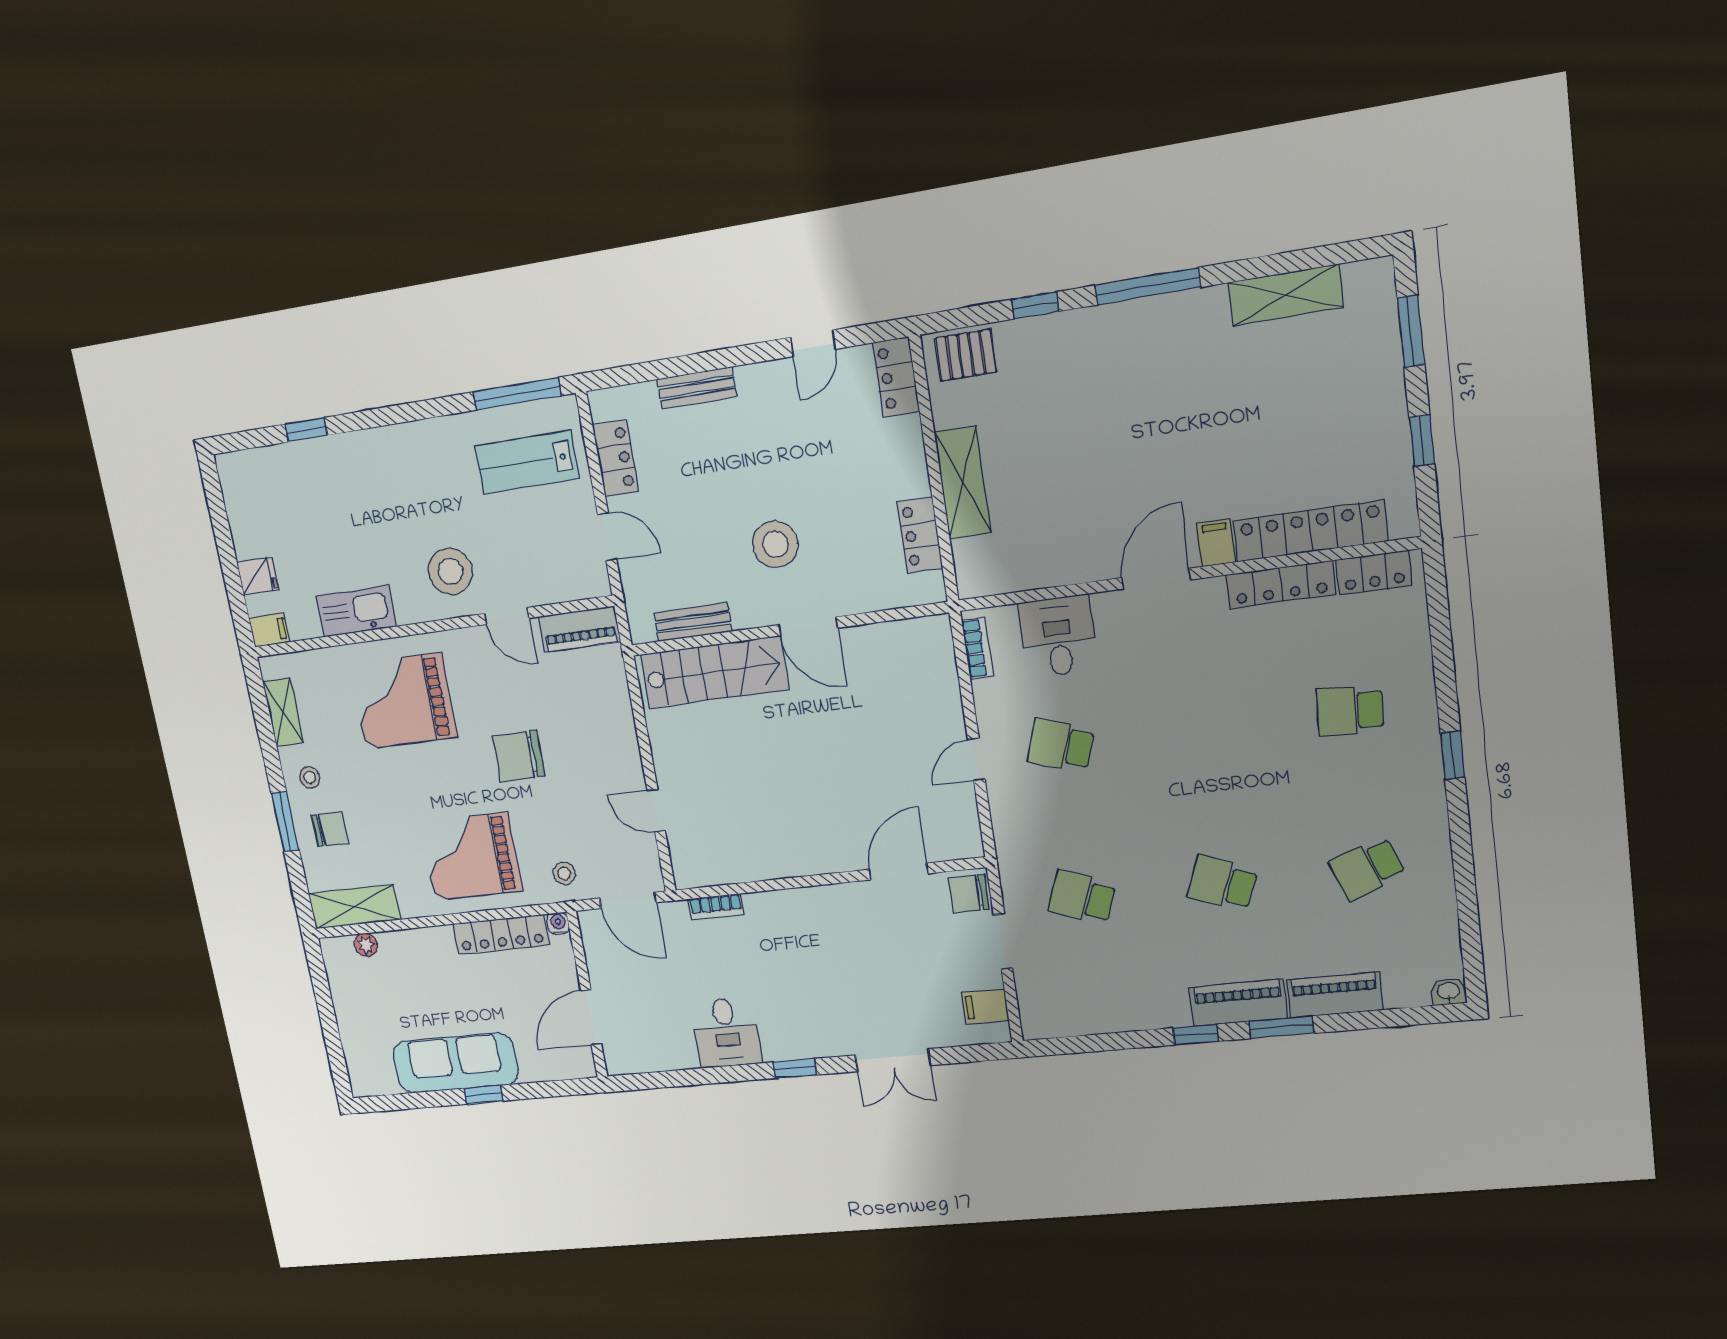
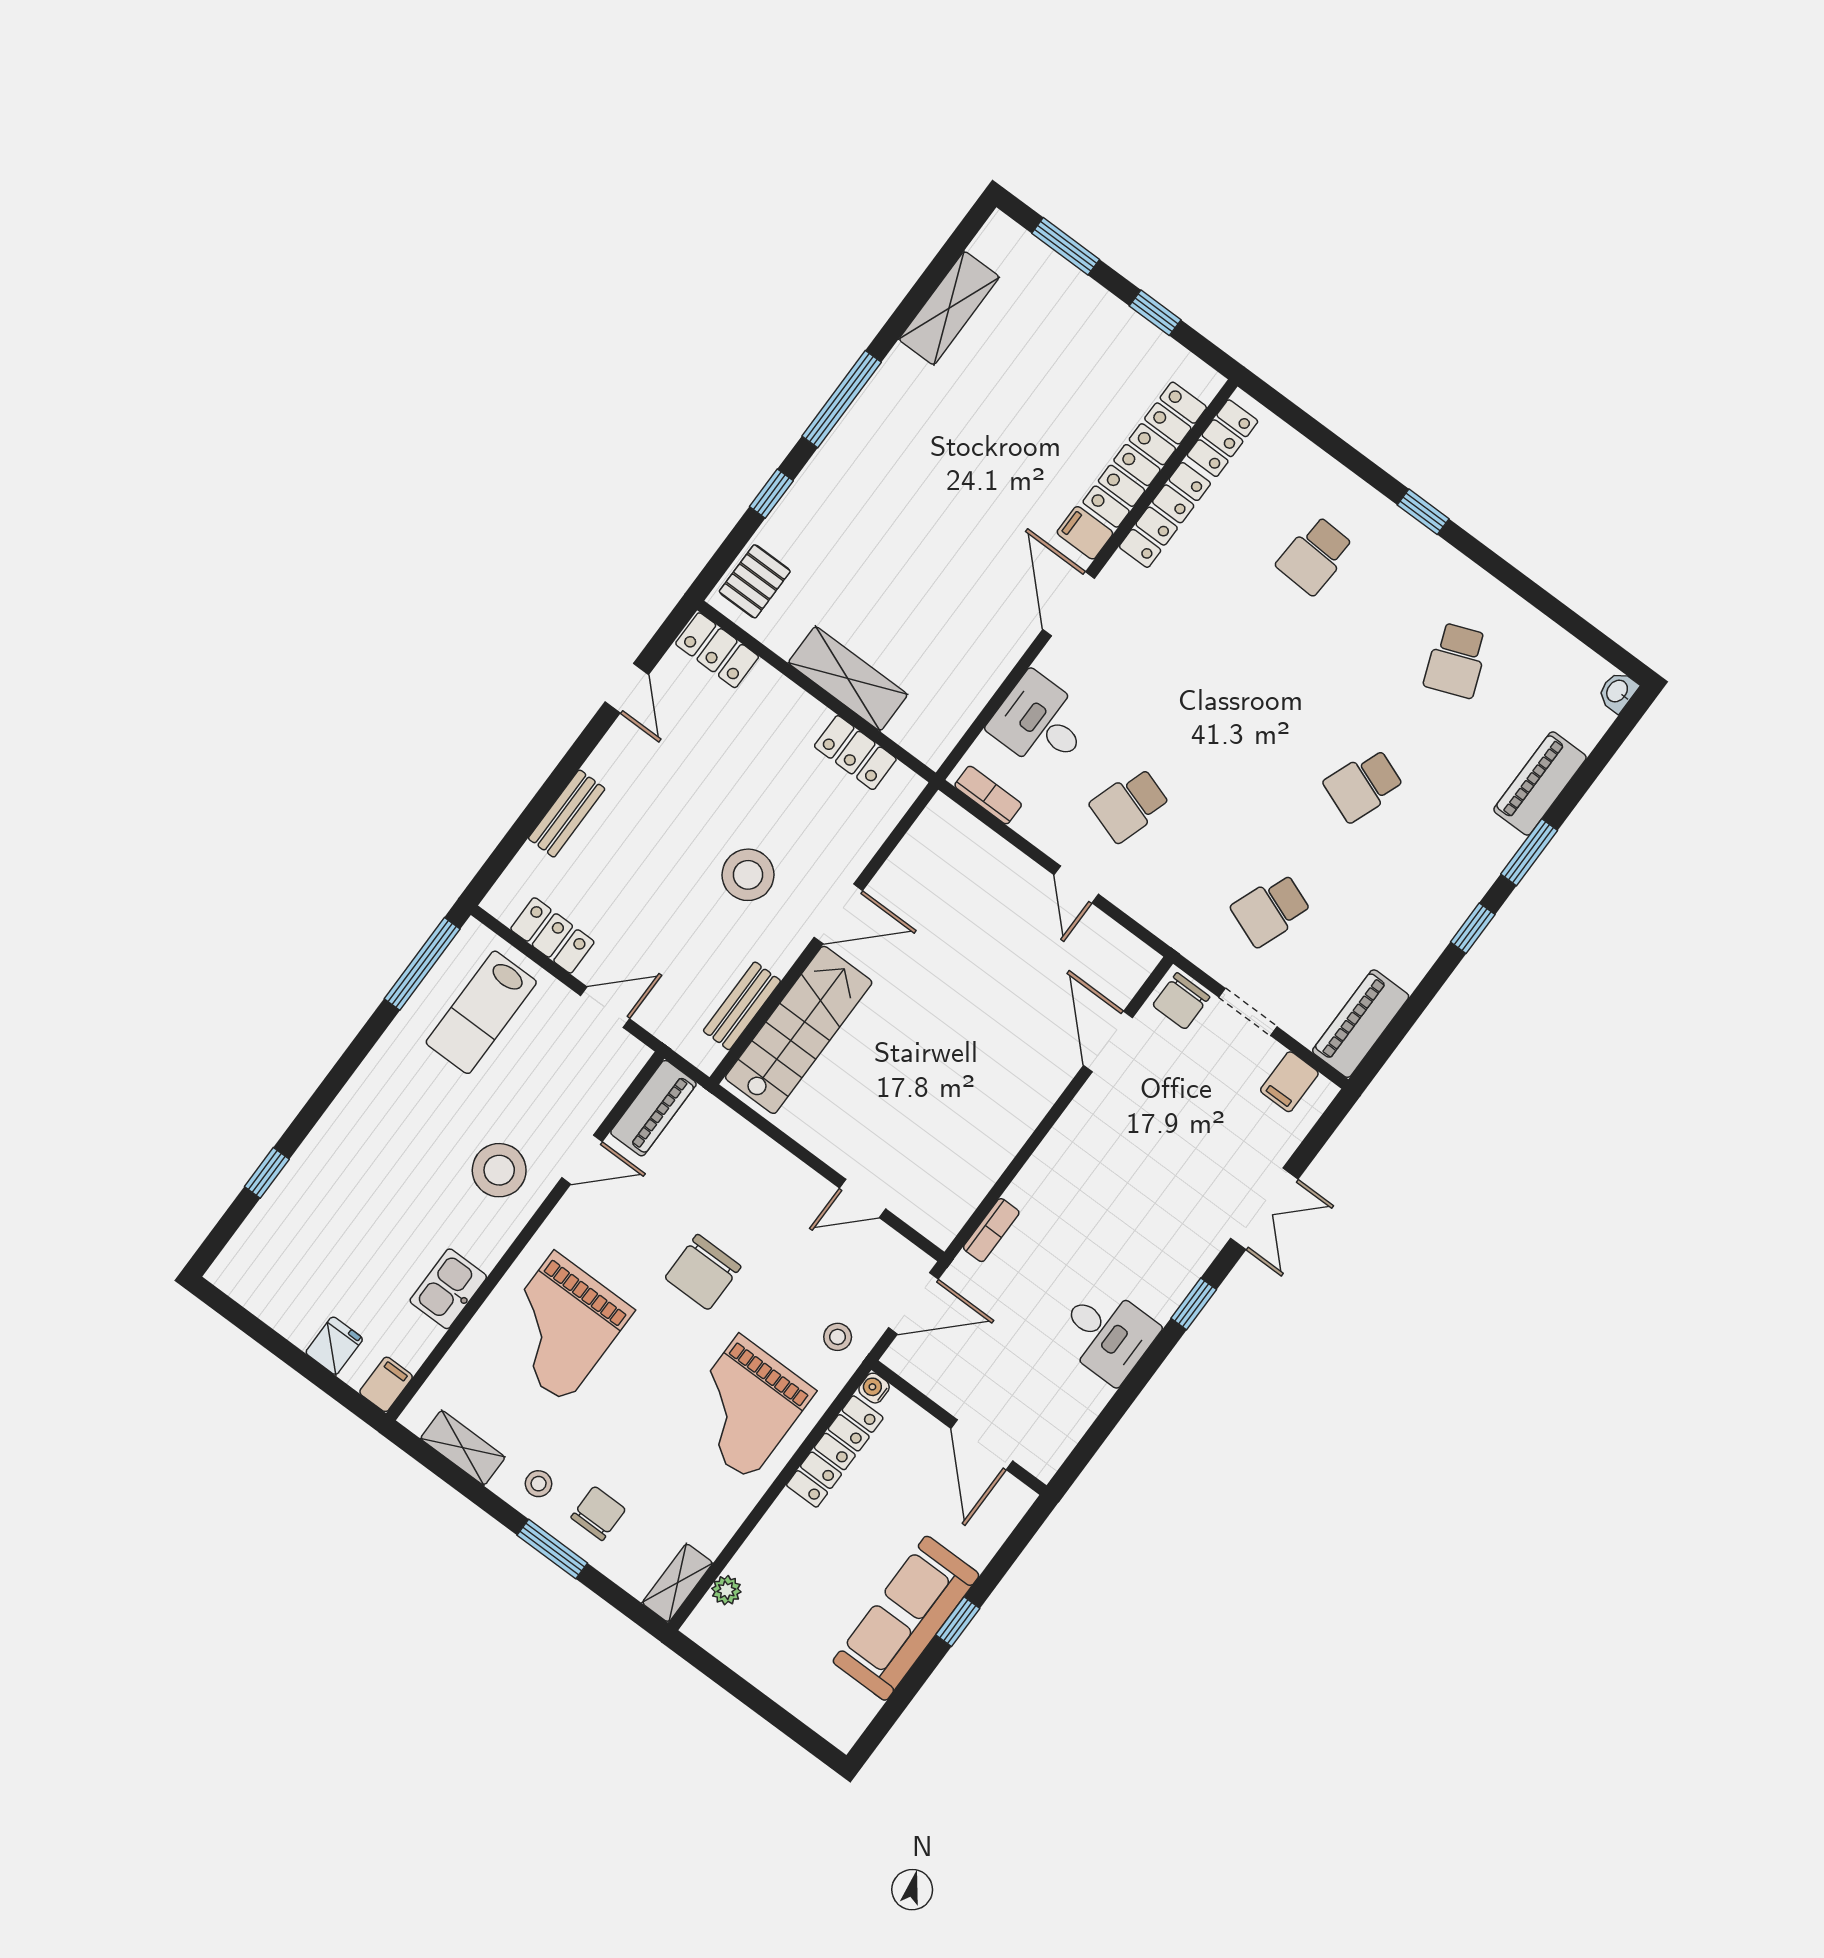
kitchen sink: (356, 611) -> (448, 1289), width x0.73
shelving: (354, 907) -> (677, 1583), width x0.67, depth x0.75
piano: (1238, 1003) -> (1361, 1024), moved

